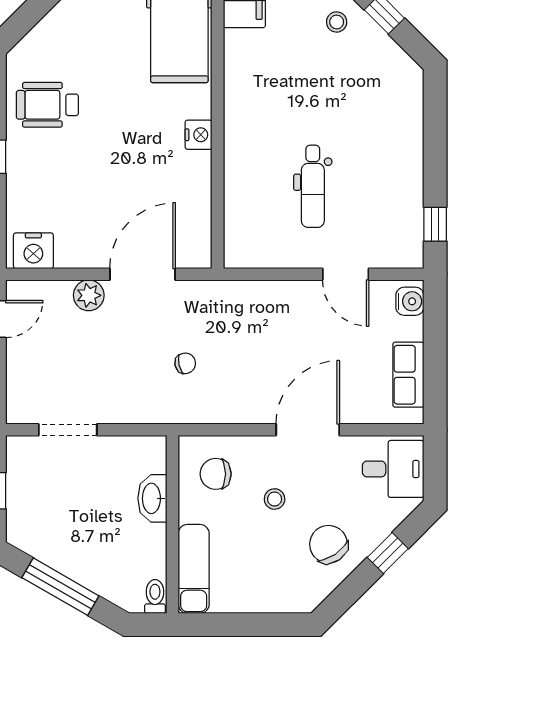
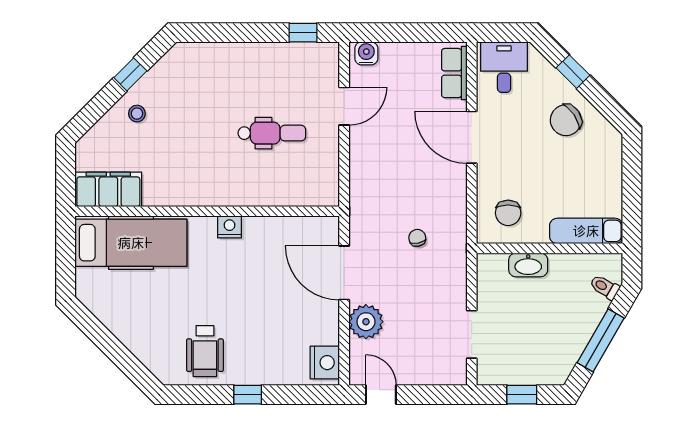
plant: (89, 295) -> (366, 322), width x1.36, depth x1.36
row of seats: (408, 375) -> (454, 73), moved, turned 90
stool: (275, 499) -> (529, 165), removed
toilet: (155, 596) -> (605, 287), moved, turned 30

